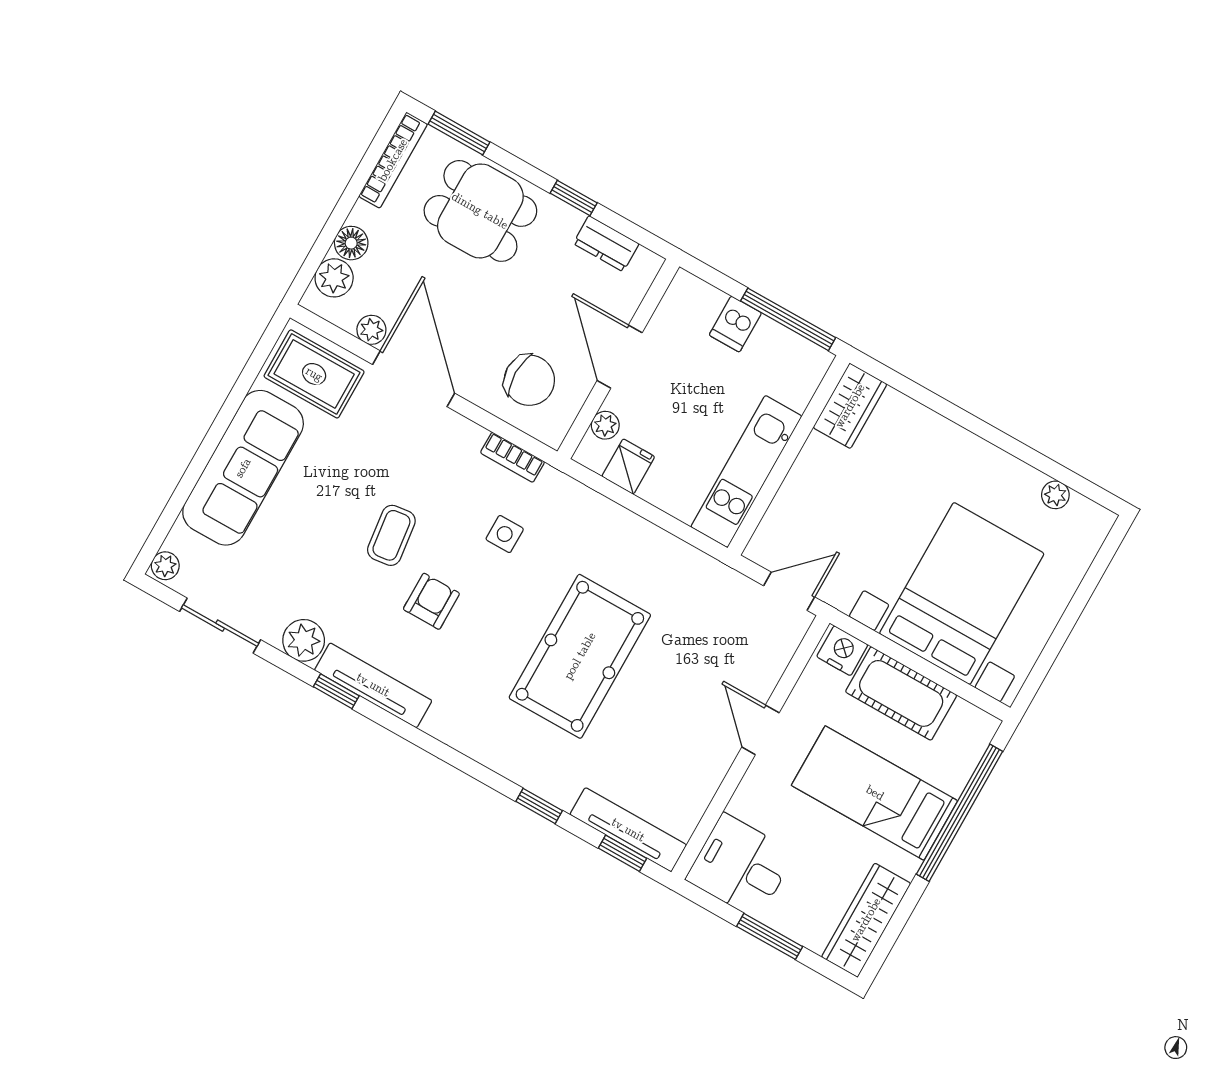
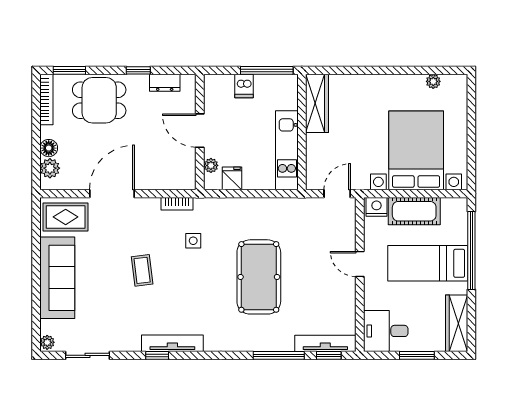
plant: (371, 330) -> (80, 182), removed
door: (414, 379) -> (112, 194), hinge flipped
chair: (529, 380) -> (165, 165), removed
wardrobe: (850, 406) -> (317, 103), width x1.50
armchair: (431, 601) -> (177, 290), removed
plant: (304, 640) -> (129, 341), removed
window: (539, 806) -> (279, 355), width x2.17

